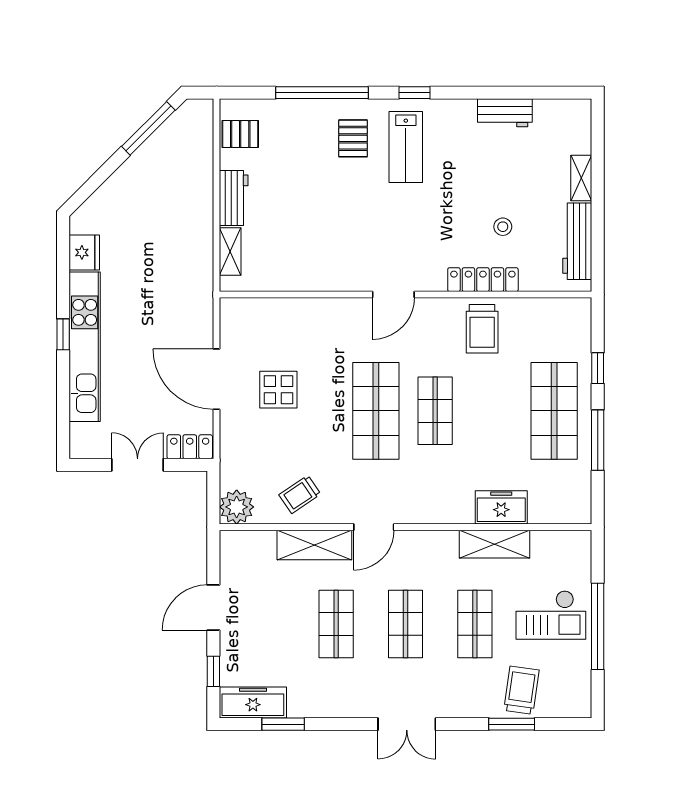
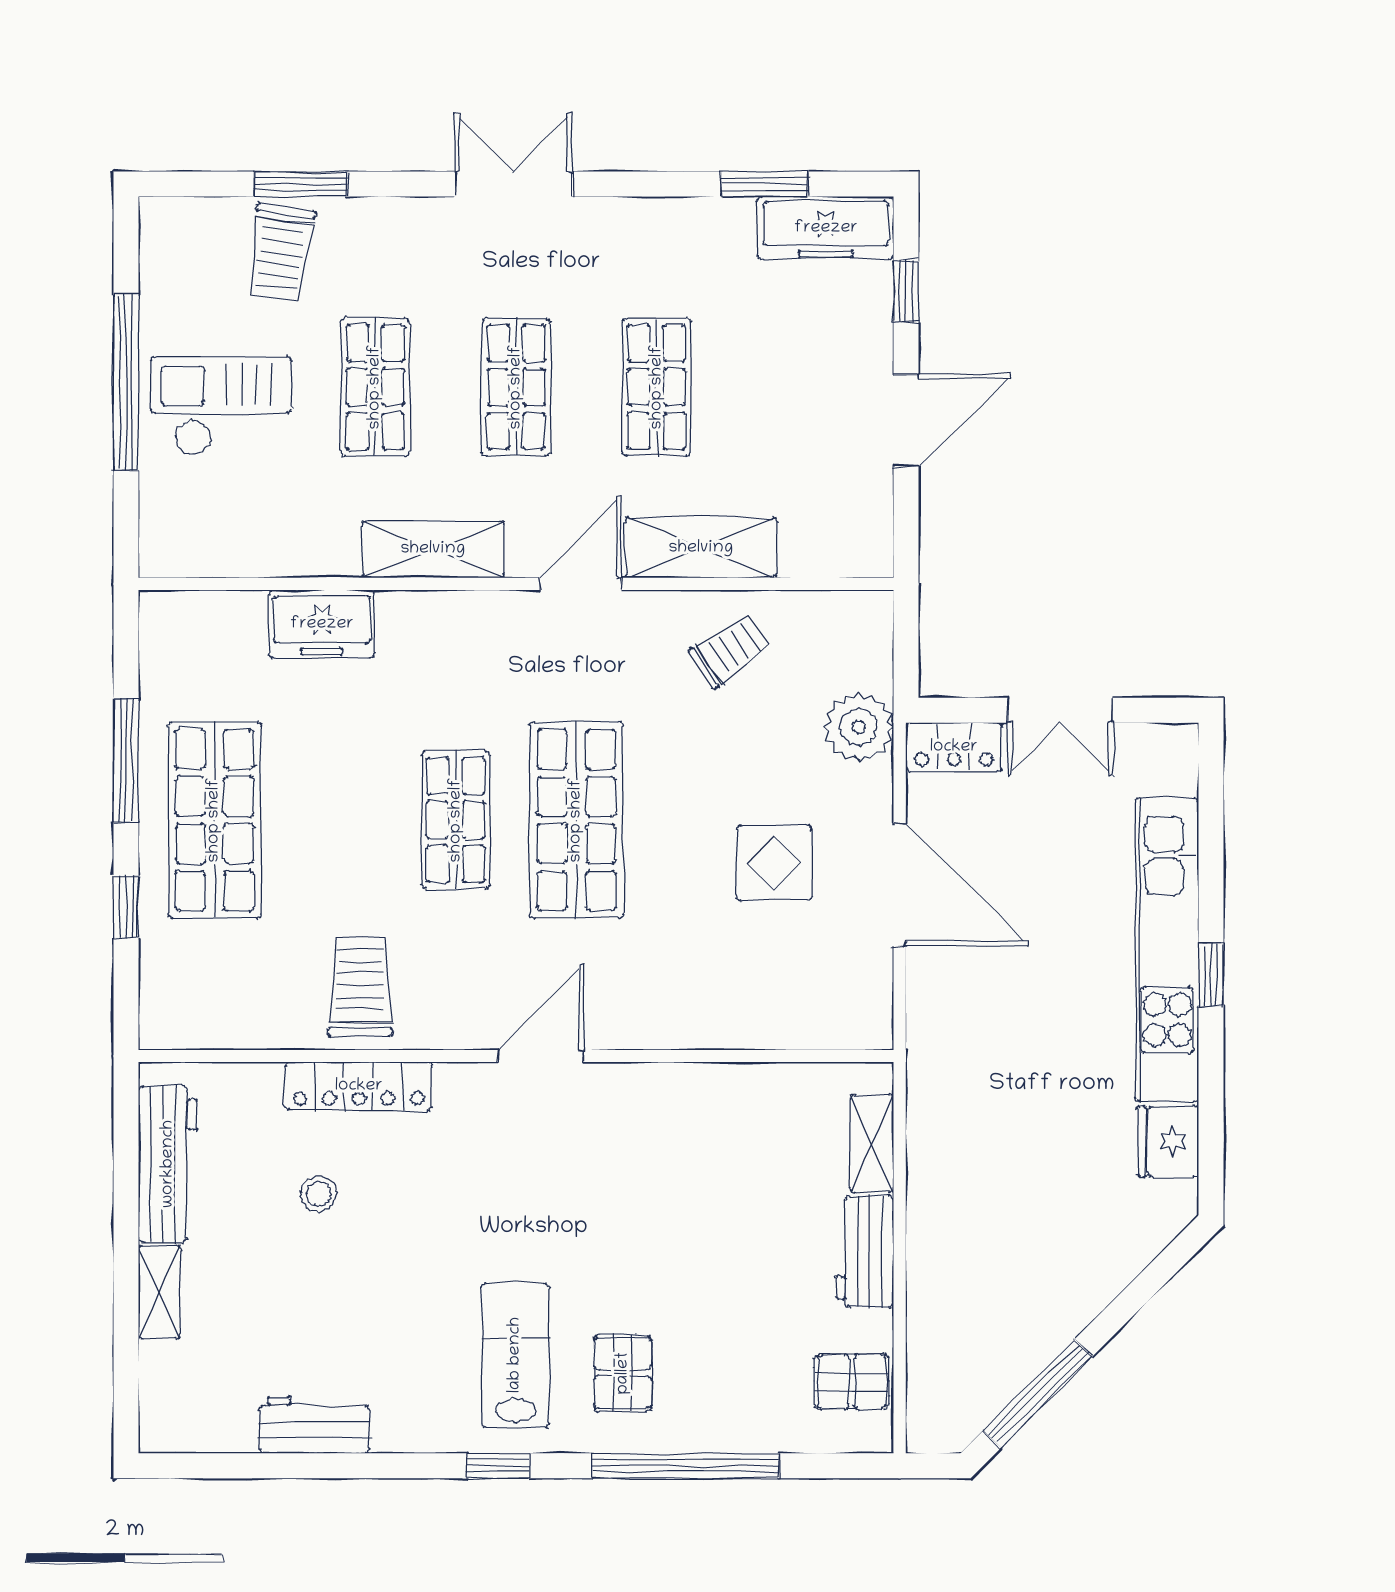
plant: (237, 507) -> (859, 727), moved
shelving: (494, 544) -> (433, 549), moved

